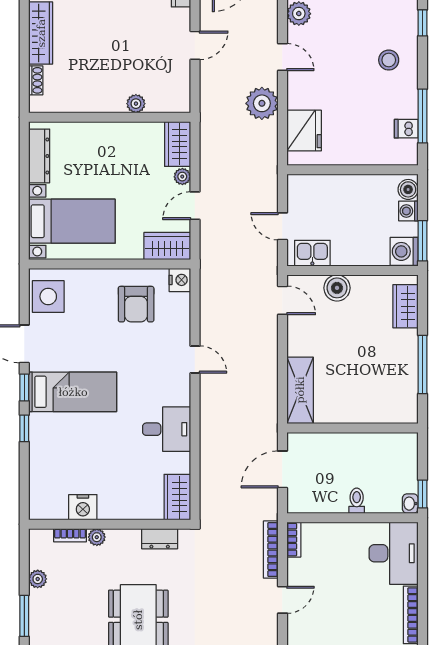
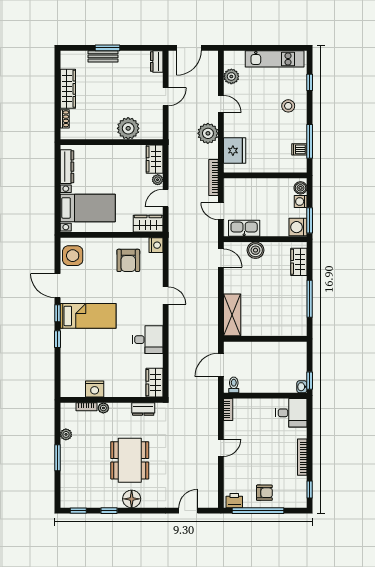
plant: (136, 104) -> (128, 128), width x1.87, depth x1.87
kitchen sink: (312, 253) -> (244, 228), width x1.38
toilet: (357, 501) -> (234, 385), moved
bookcase: (271, 550) -> (214, 178), moved
desk: (394, 553) -> (291, 413), width x0.73

